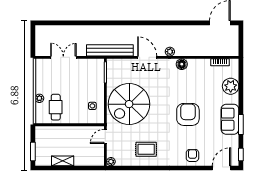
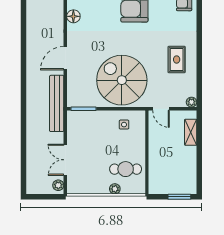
plant: (170, 52) -> (58, 185), moved
spiral stairs: (129, 104) -> (122, 80), turned 180
shelving: (63, 161) -> (191, 132), moved

